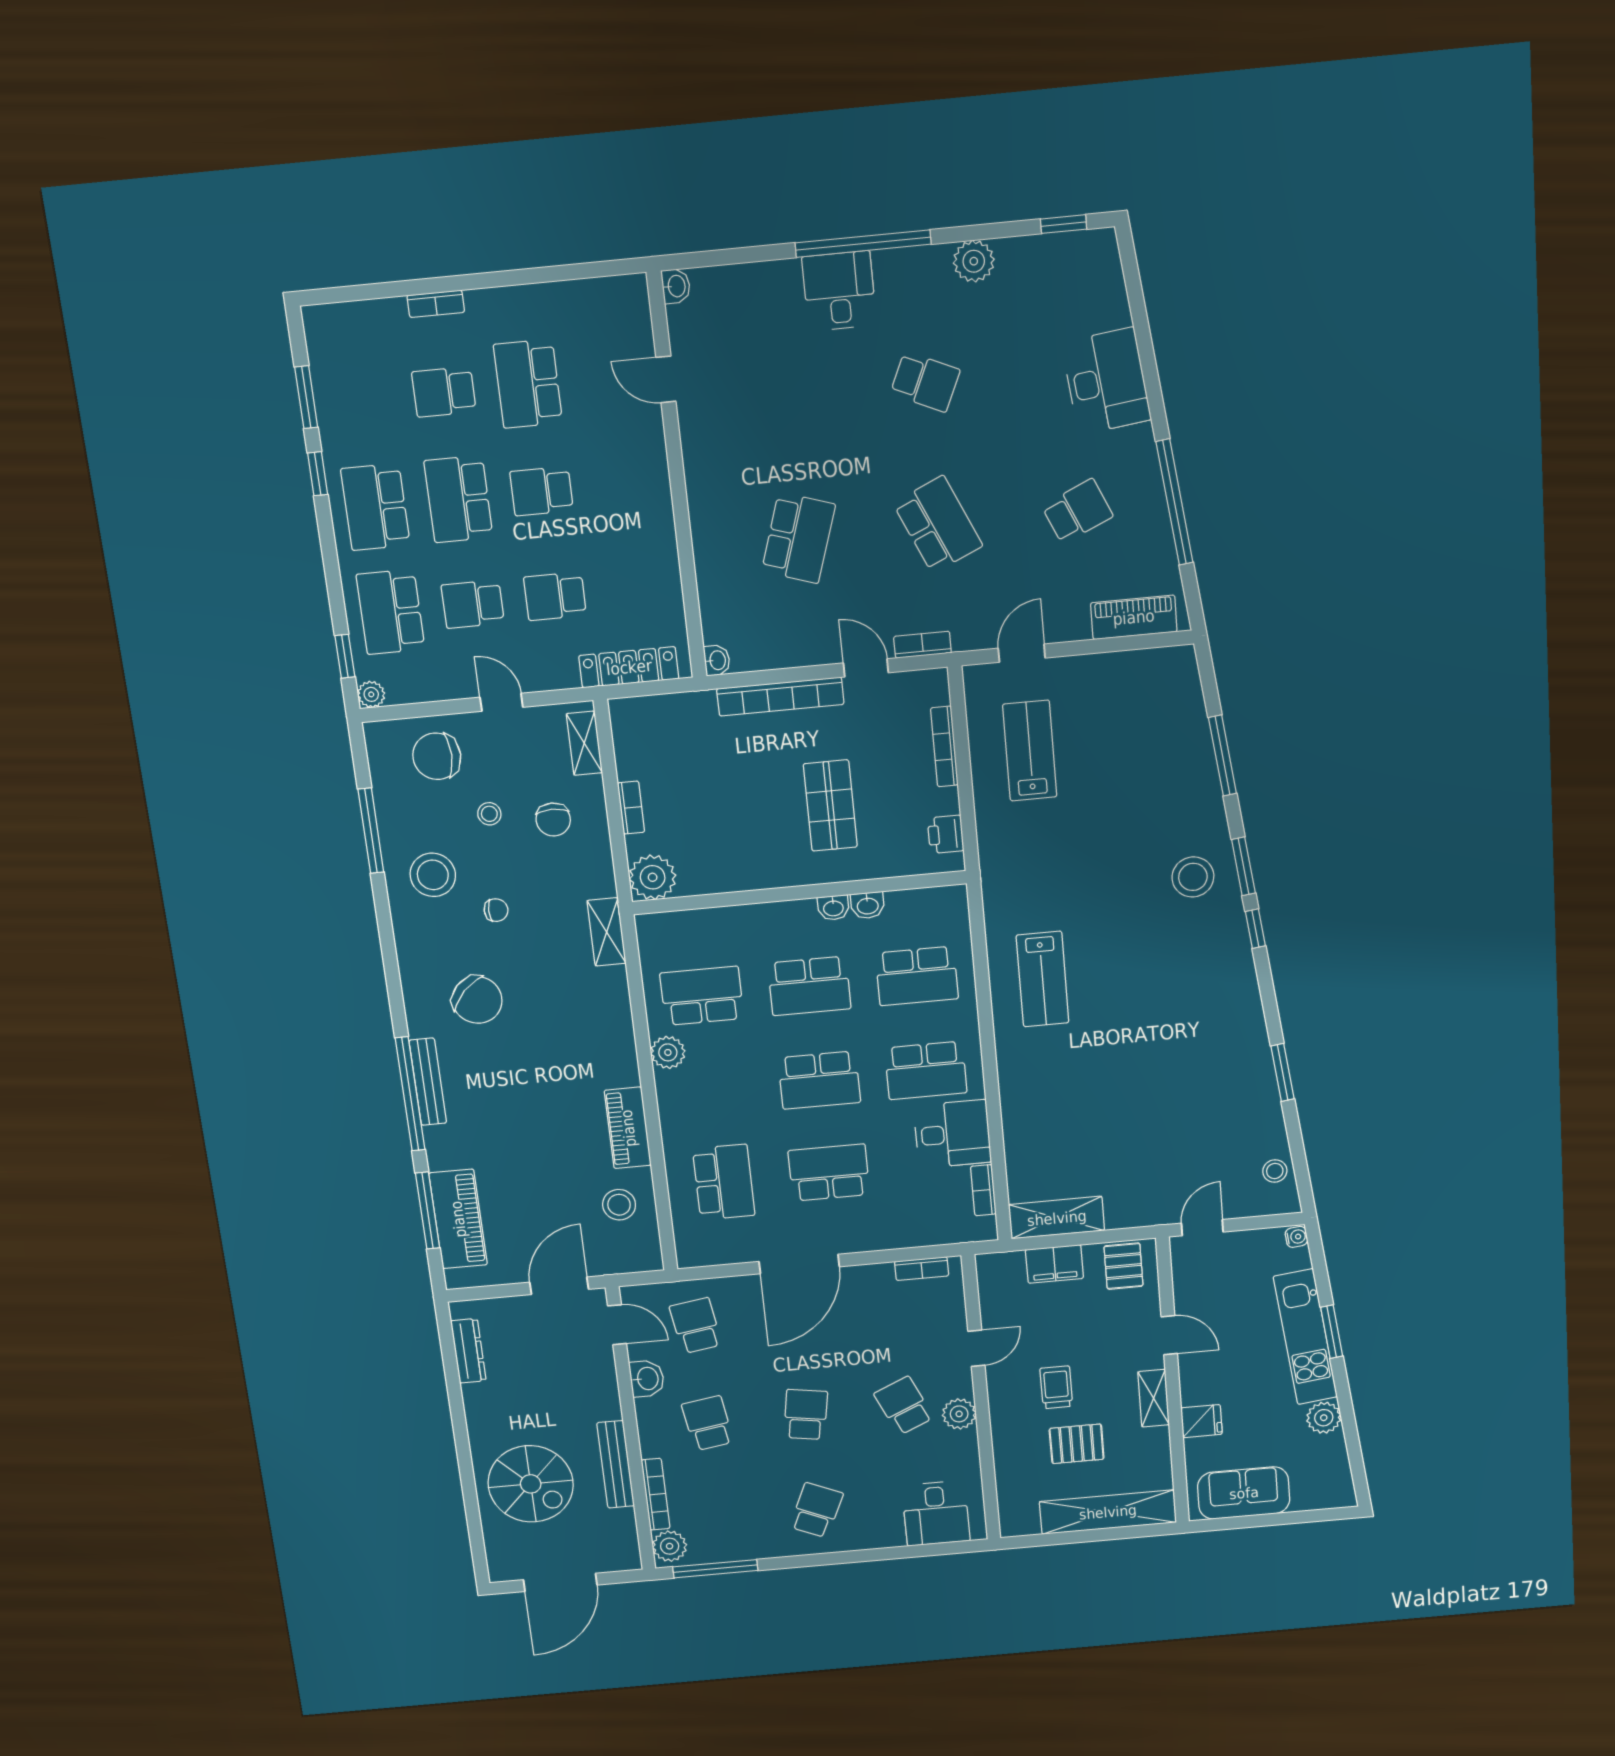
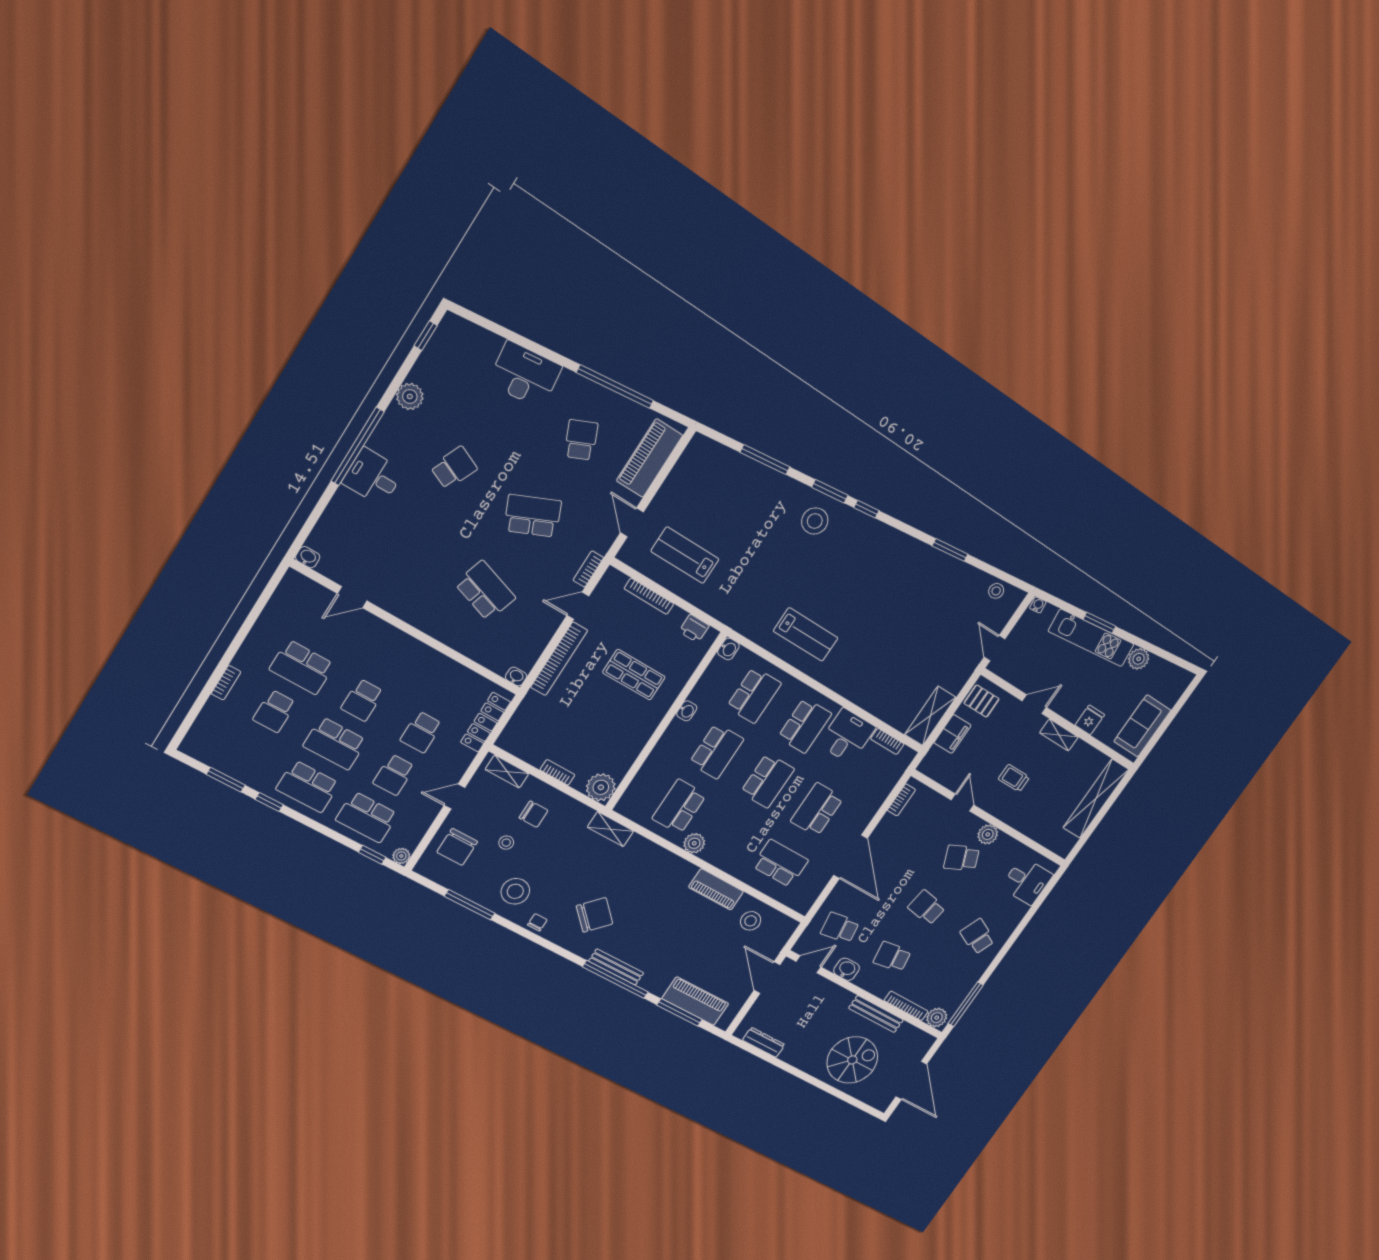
piano: (1134, 617) -> (650, 458), width x1.37, depth x1.33
washbasin: (868, 905) -> (728, 649), moved
chair: (496, 910) -> (537, 922), moved
pallet: (1077, 1444) -> (1050, 789), removed

